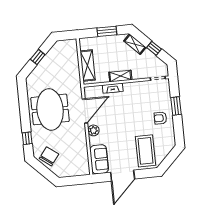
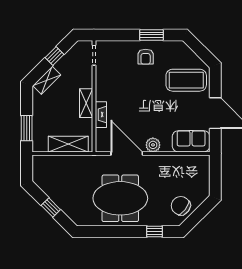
window: (107, 31) -> (27, 128), moved
window: (176, 106) -> (151, 35), moved

